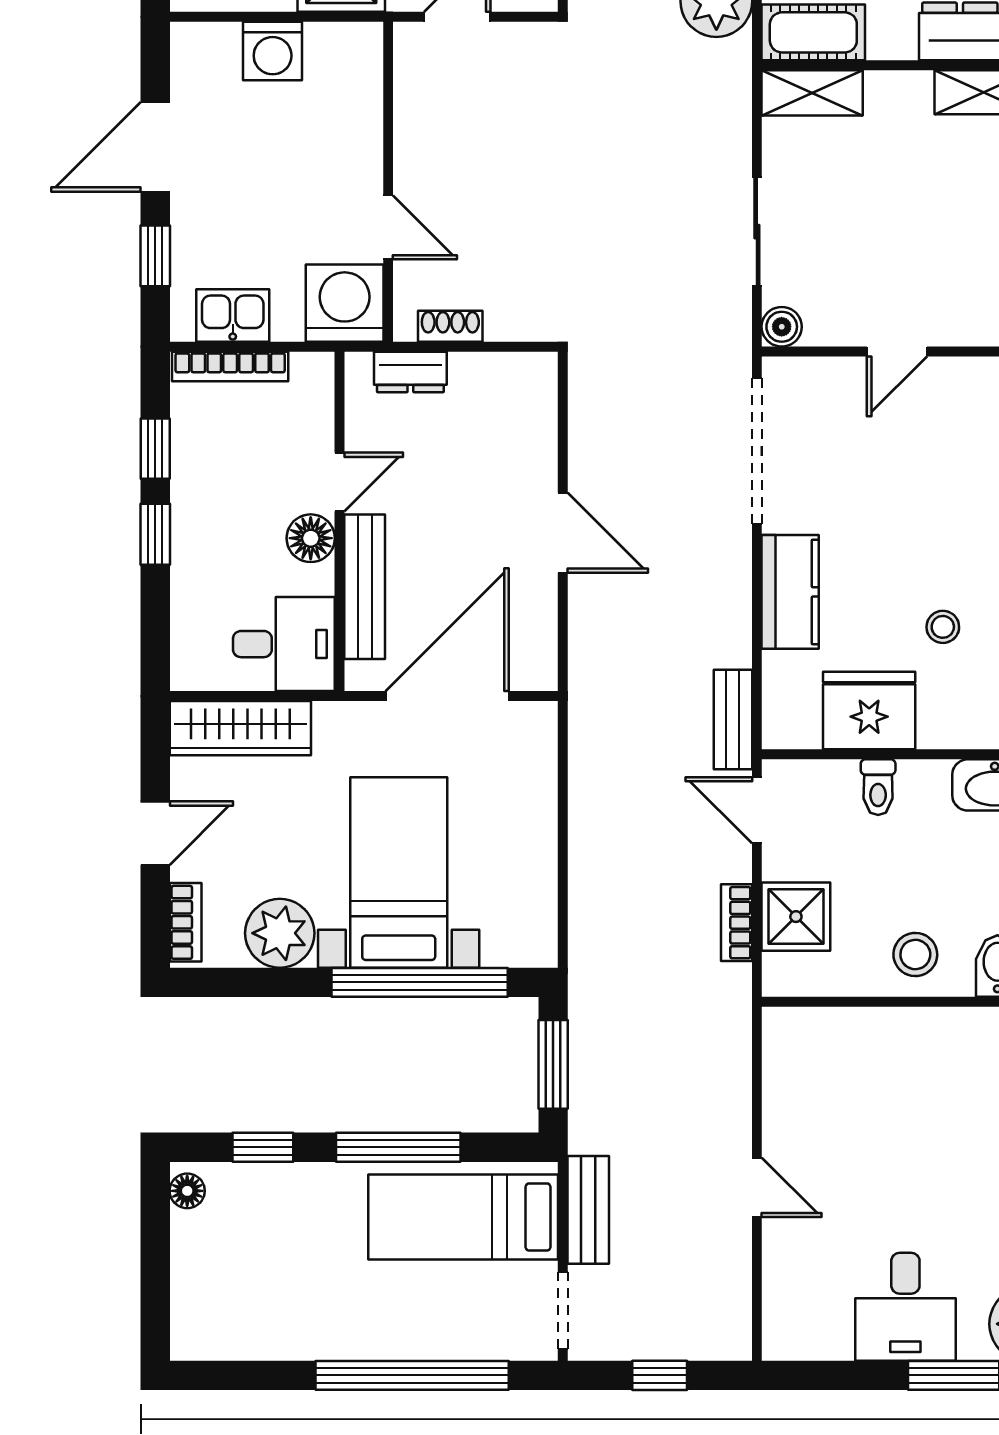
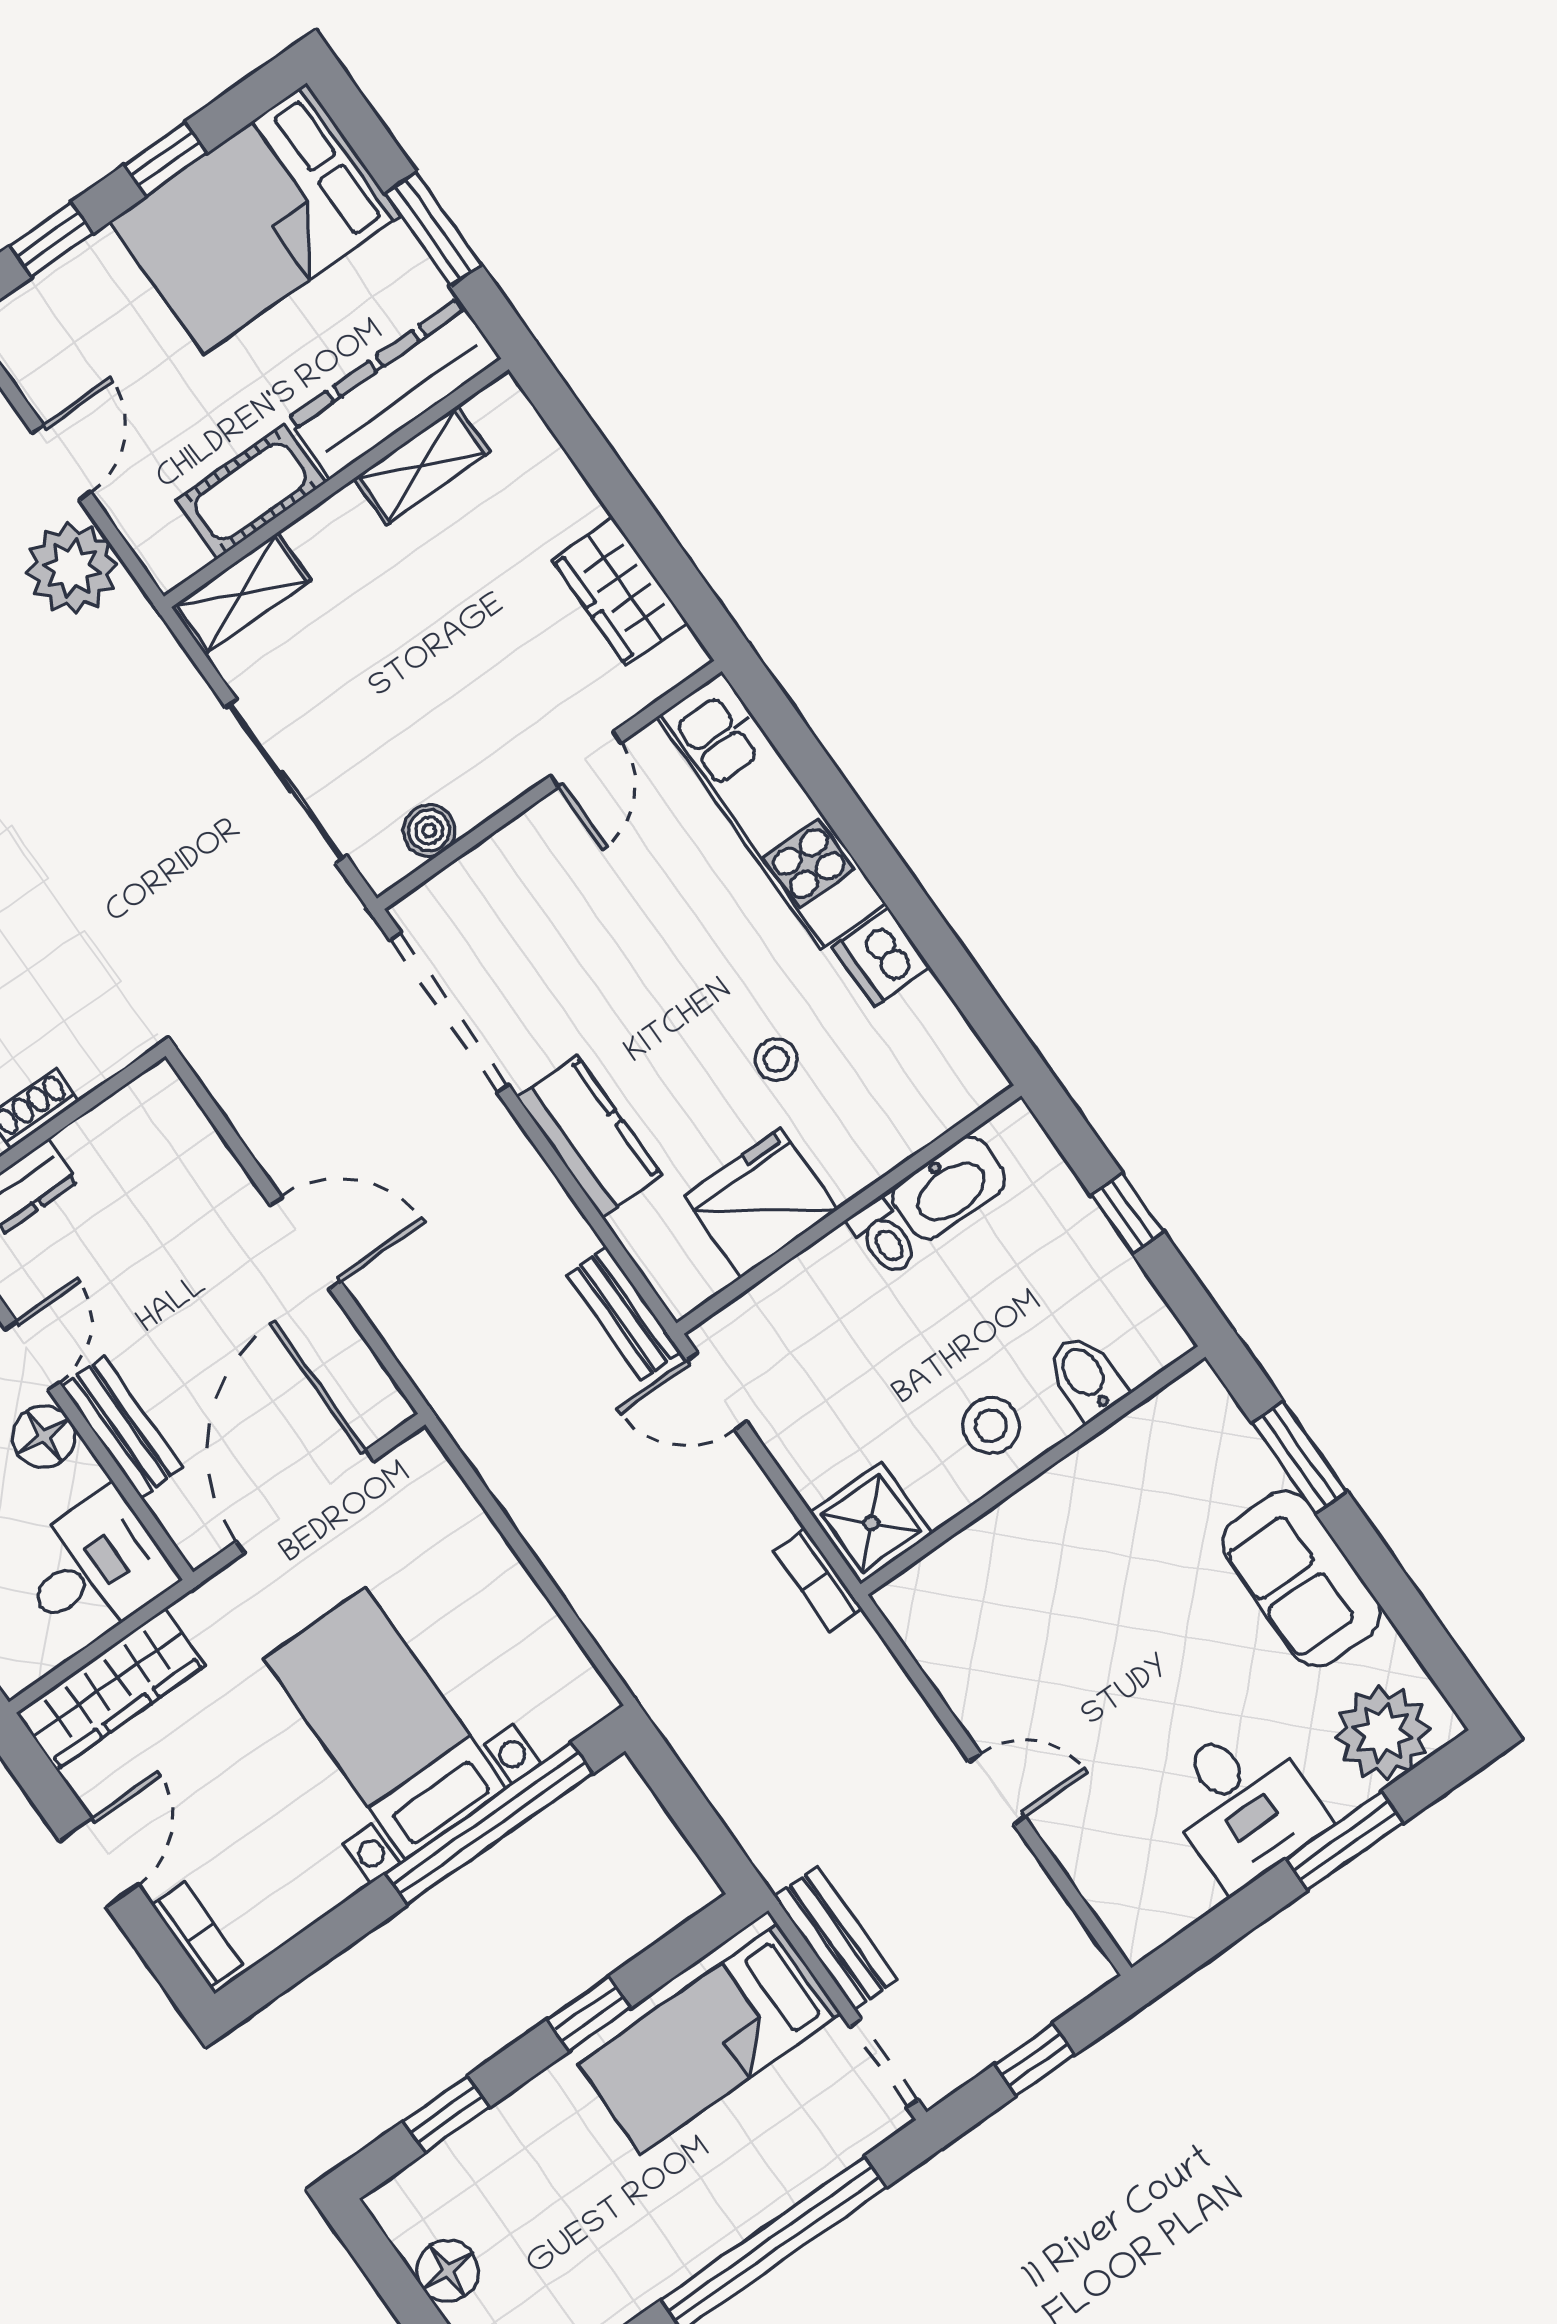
cot: (813, 32) -> (250, 492), moved
sliding door: (757, 232) -> (286, 781), width x1.37
boiler: (782, 327) -> (429, 830), moved
door: (897, 352) -> (586, 759), moved
bench: (365, 587) -> (122, 1427), width x0.73
toilet: (878, 787) -> (883, 1237), moved
shower: (796, 917) -> (871, 1523), moved
bookcase: (737, 923) -> (817, 1580), moved
plant: (280, 933) -> (305, 1876), removed
window: (553, 1064) -> (691, 1811), removed
window: (398, 1147) -> (589, 2014), width x0.46
floor lamp: (187, 1191) -> (448, 2271), moved, width x1.37, depth x1.37

